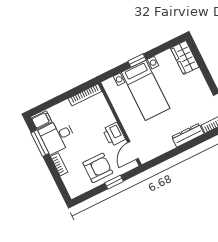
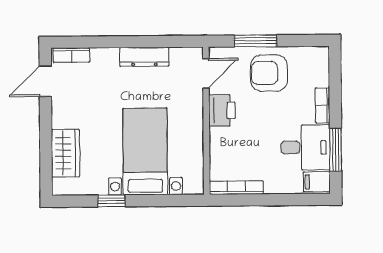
wardrobe: (185, 58) -> (65, 153), moved
window: (137, 61) -> (111, 201), moved
dresser: (188, 135) -> (144, 57), moved
window: (114, 182) -> (255, 41), width x1.50

